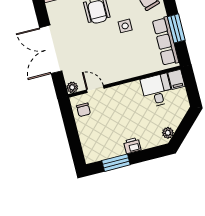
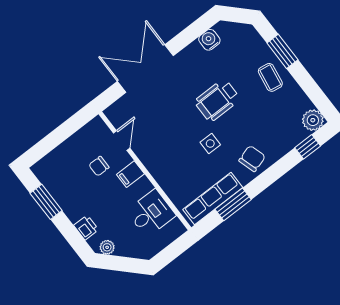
filing cabinet: (176, 79) -> (130, 174), moved
plant: (72, 87) -> (112, 113), removed
chair: (84, 110) -> (99, 166), moved
printer: (132, 146) -> (86, 227), moved

